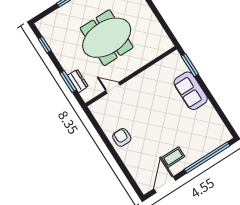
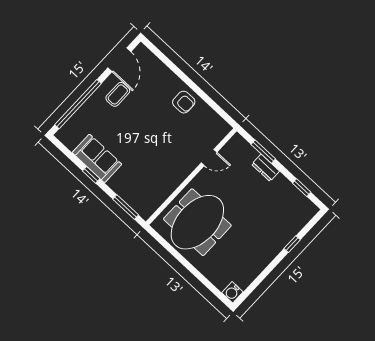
meeting table: (107, 38) -> (197, 222), moved
dresser: (78, 81) -> (266, 168), moved
sofa: (191, 91) -> (97, 158), moved
window: (211, 98) -> (91, 175), added

